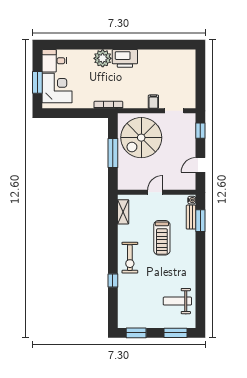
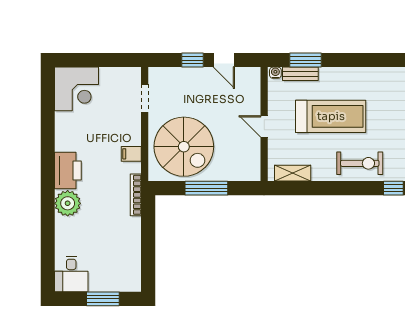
corner desk: (57, 88) -> (77, 89), moved, turned 180
filing cabinet: (153, 102) -> (131, 154), moved
window: (200, 131) -> (193, 60), moved
treadmill: (162, 238) -> (331, 116), width x1.37, depth x1.38

